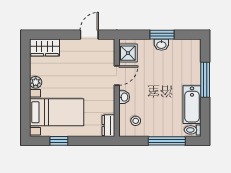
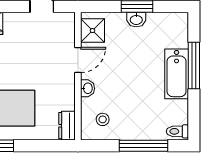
bathtub: (192, 105) -> (177, 74), moved

